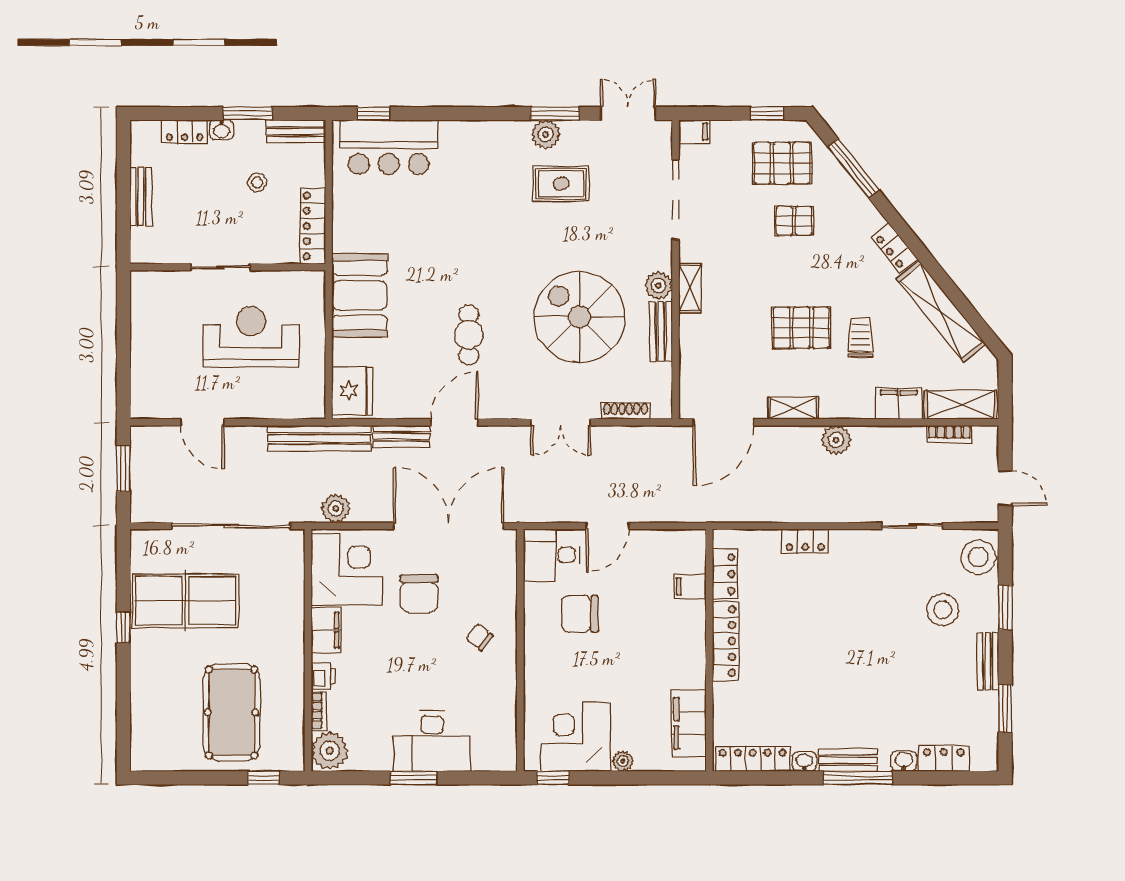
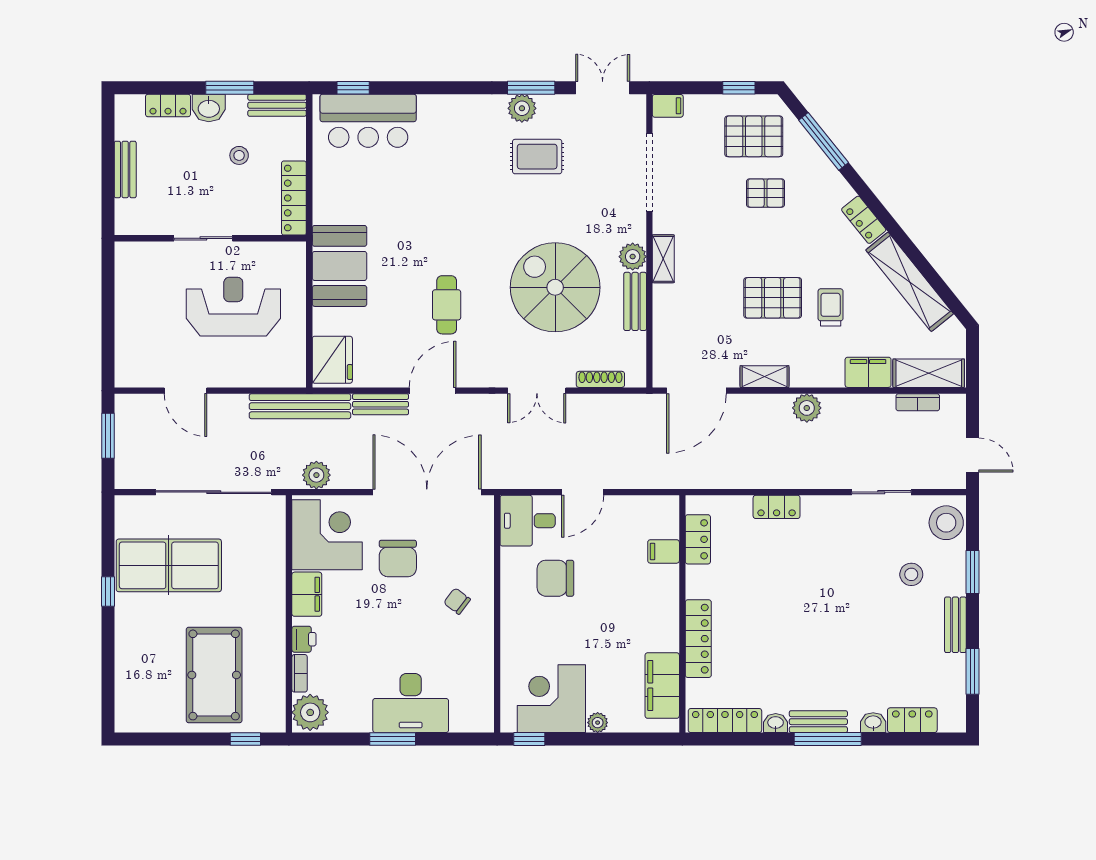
washbasin: (222, 130) -> (209, 108), width x1.38, depth x1.45
stool: (943, 610) -> (911, 574), width x0.73, depth x0.73
locker: (725, 641) -> (698, 639), moved

